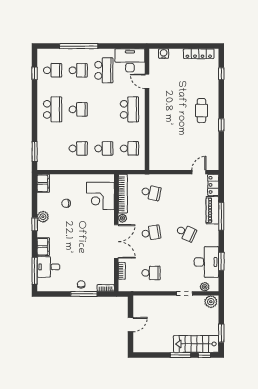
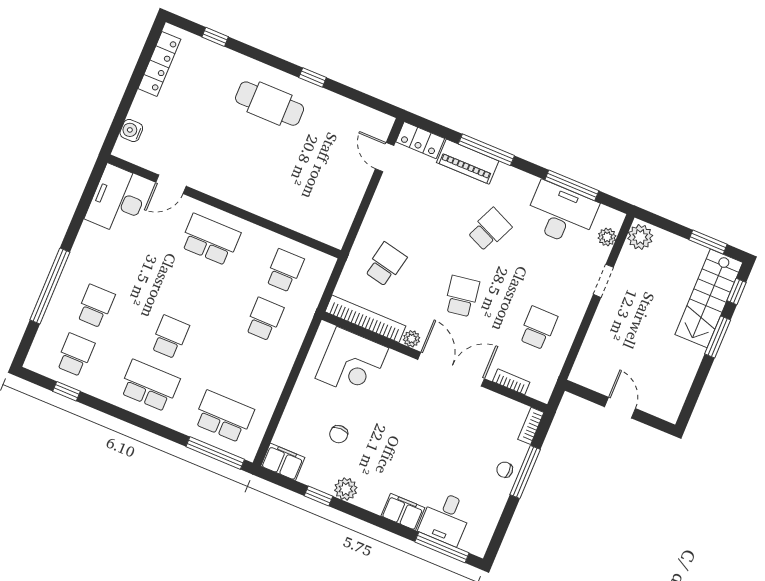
school desk: (104, 70) -> (116, 257), removed
cafe table: (201, 111) -> (270, 104), width x1.37, depth x1.35
school desk: (78, 148) -> (224, 417), moved, width x1.85
window: (35, 151) -> (215, 453), width x1.44
window: (35, 224) -> (318, 496), moved
window: (221, 261) -> (572, 185), width x1.44

